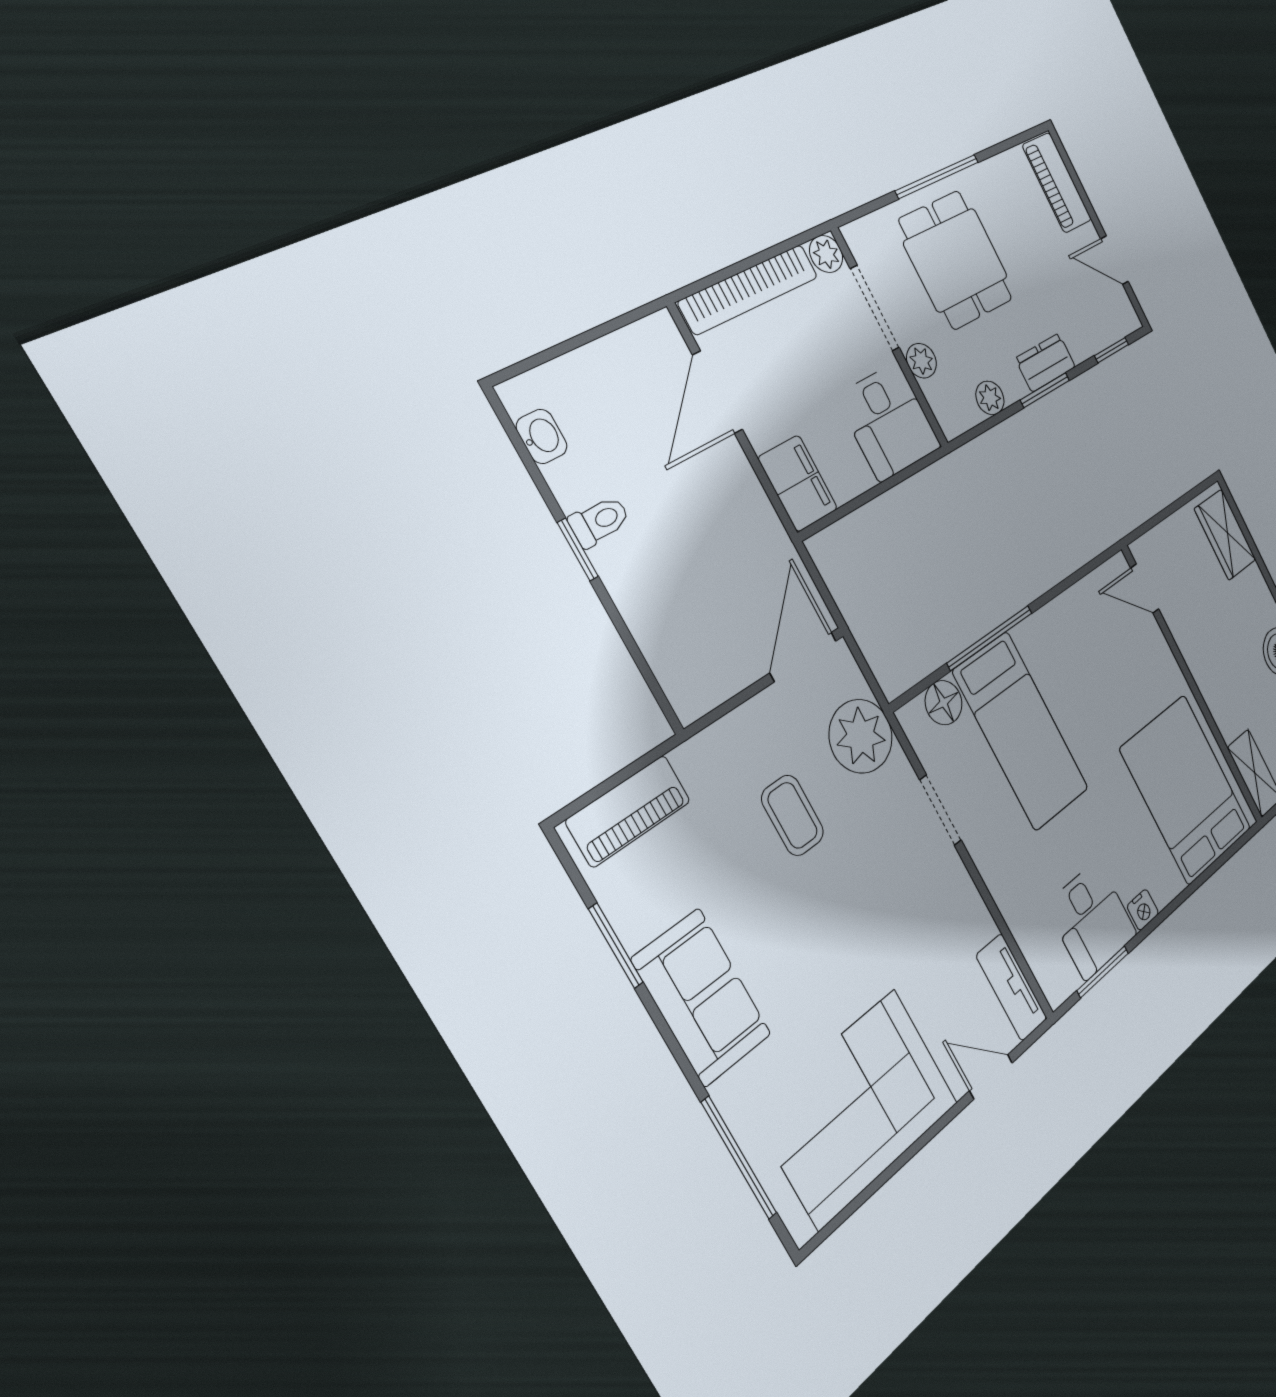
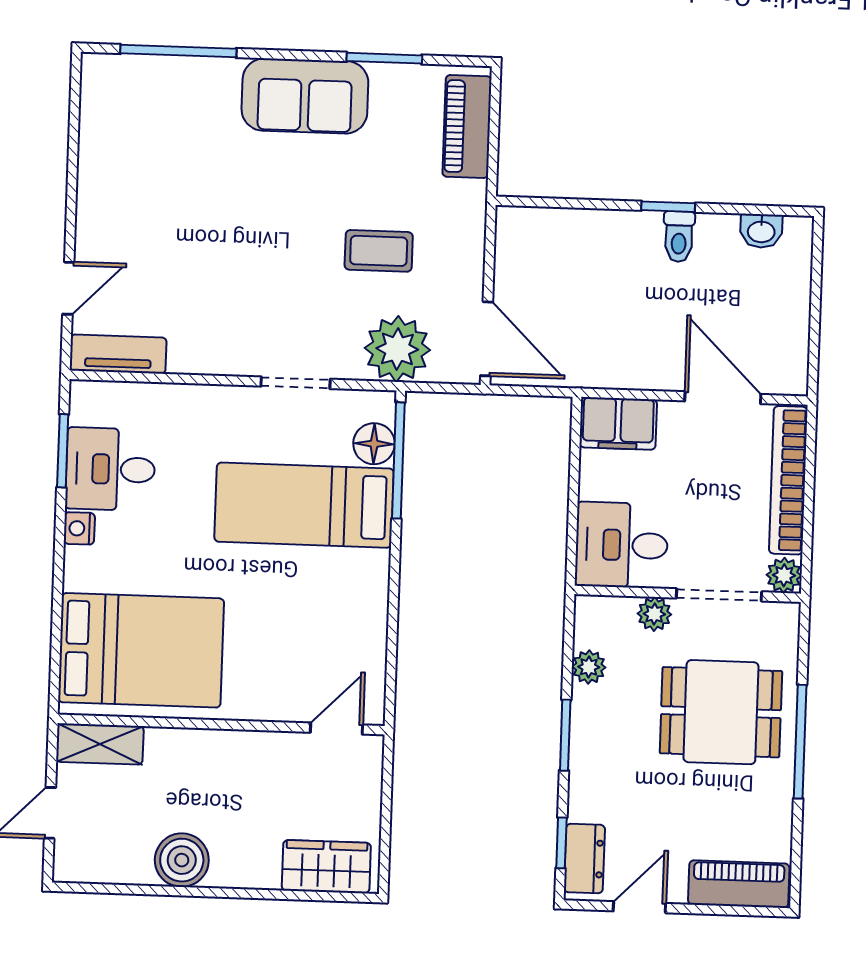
dresser: (1046, 363) -> (584, 859), moved
window: (990, 638) -> (398, 460), moved
corner sofa: (857, 1107) -> (138, 162), removed

